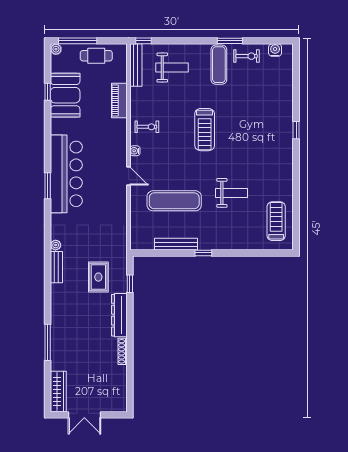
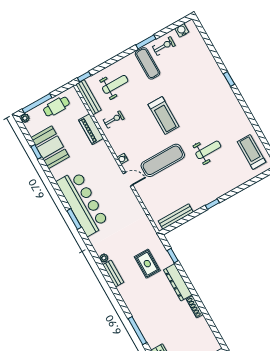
exercise bike: (147, 127) -> (114, 119), moved
exercise mat: (174, 201) -> (163, 160), moved
bench: (176, 244) -> (176, 217), moved

